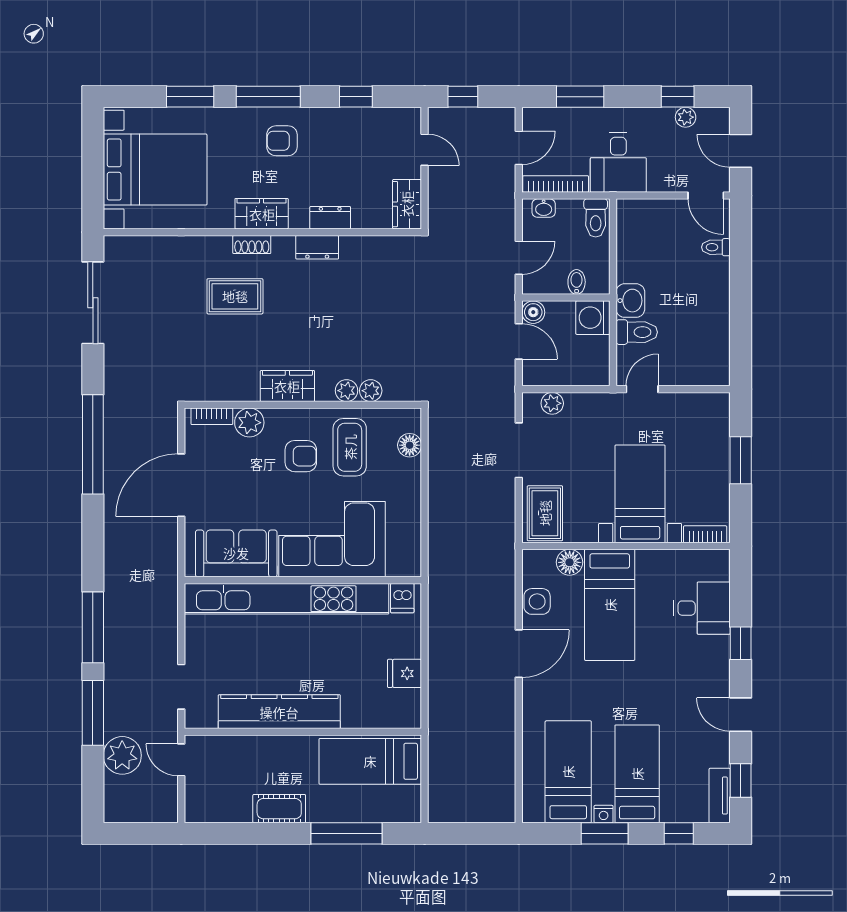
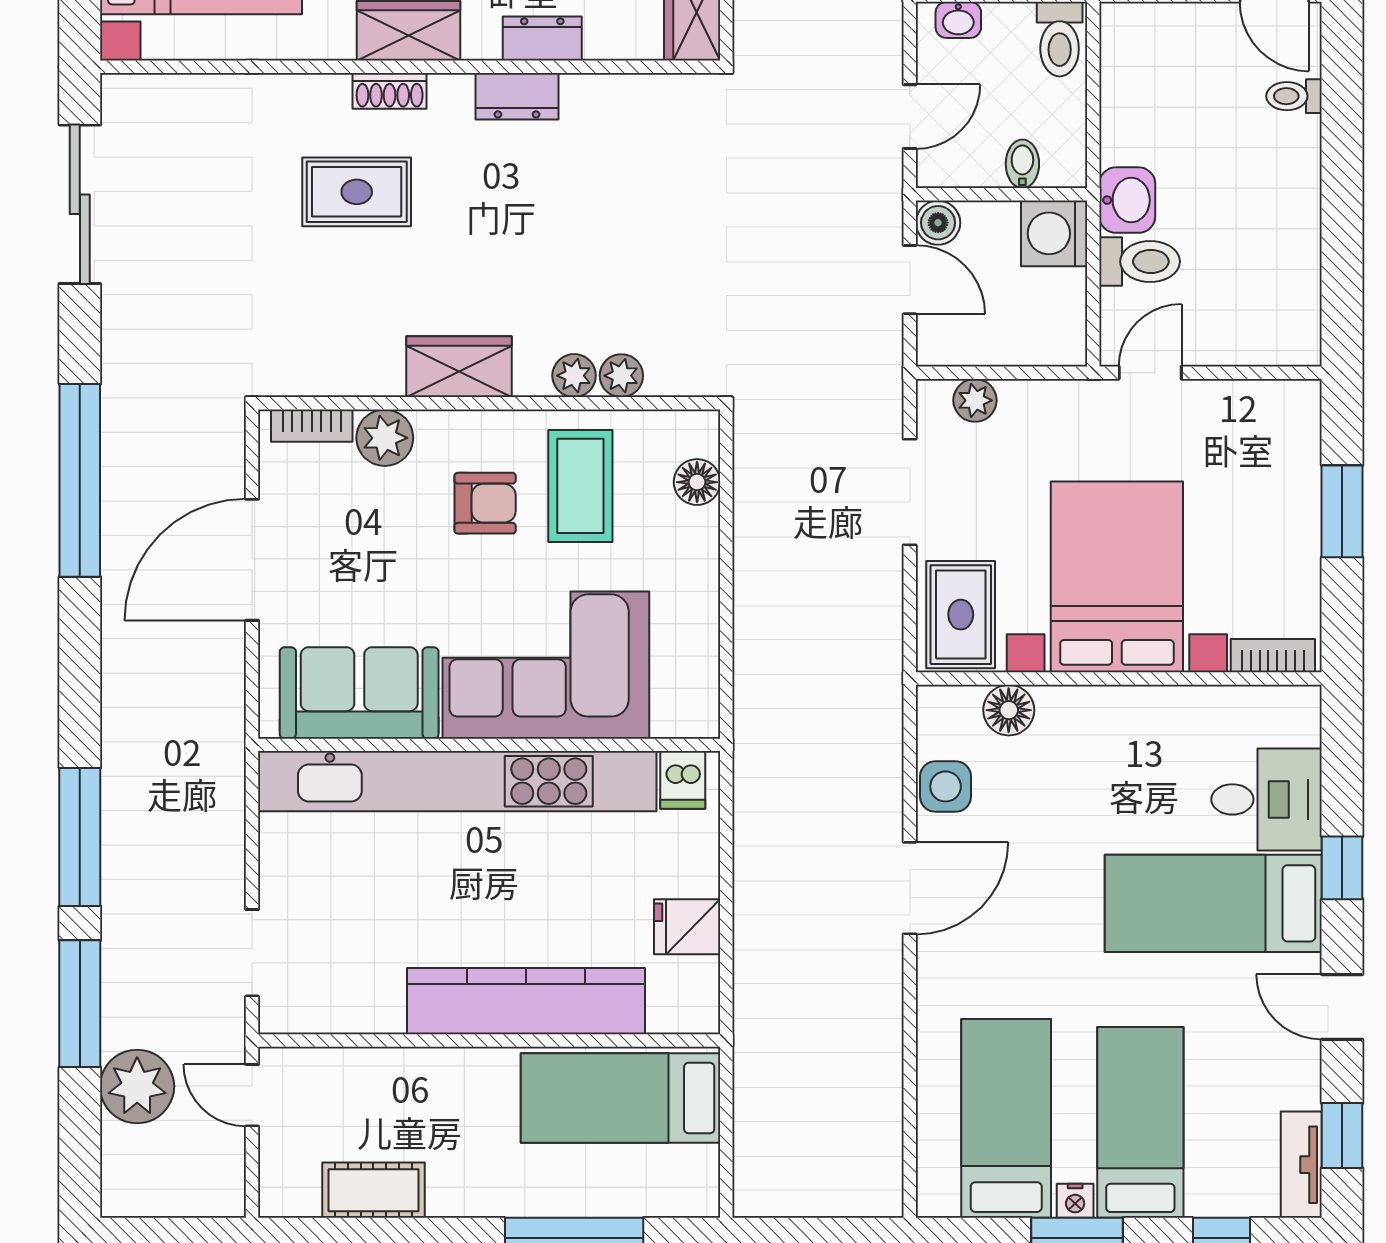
bed with nightstands: (640, 494) -> (1117, 577), width x1.36
bed: (610, 605) -> (1213, 903), moved, turned 90
kitchen counter: (279, 712) -> (526, 1001), moved
cot: (279, 809) -> (373, 1190), moved

